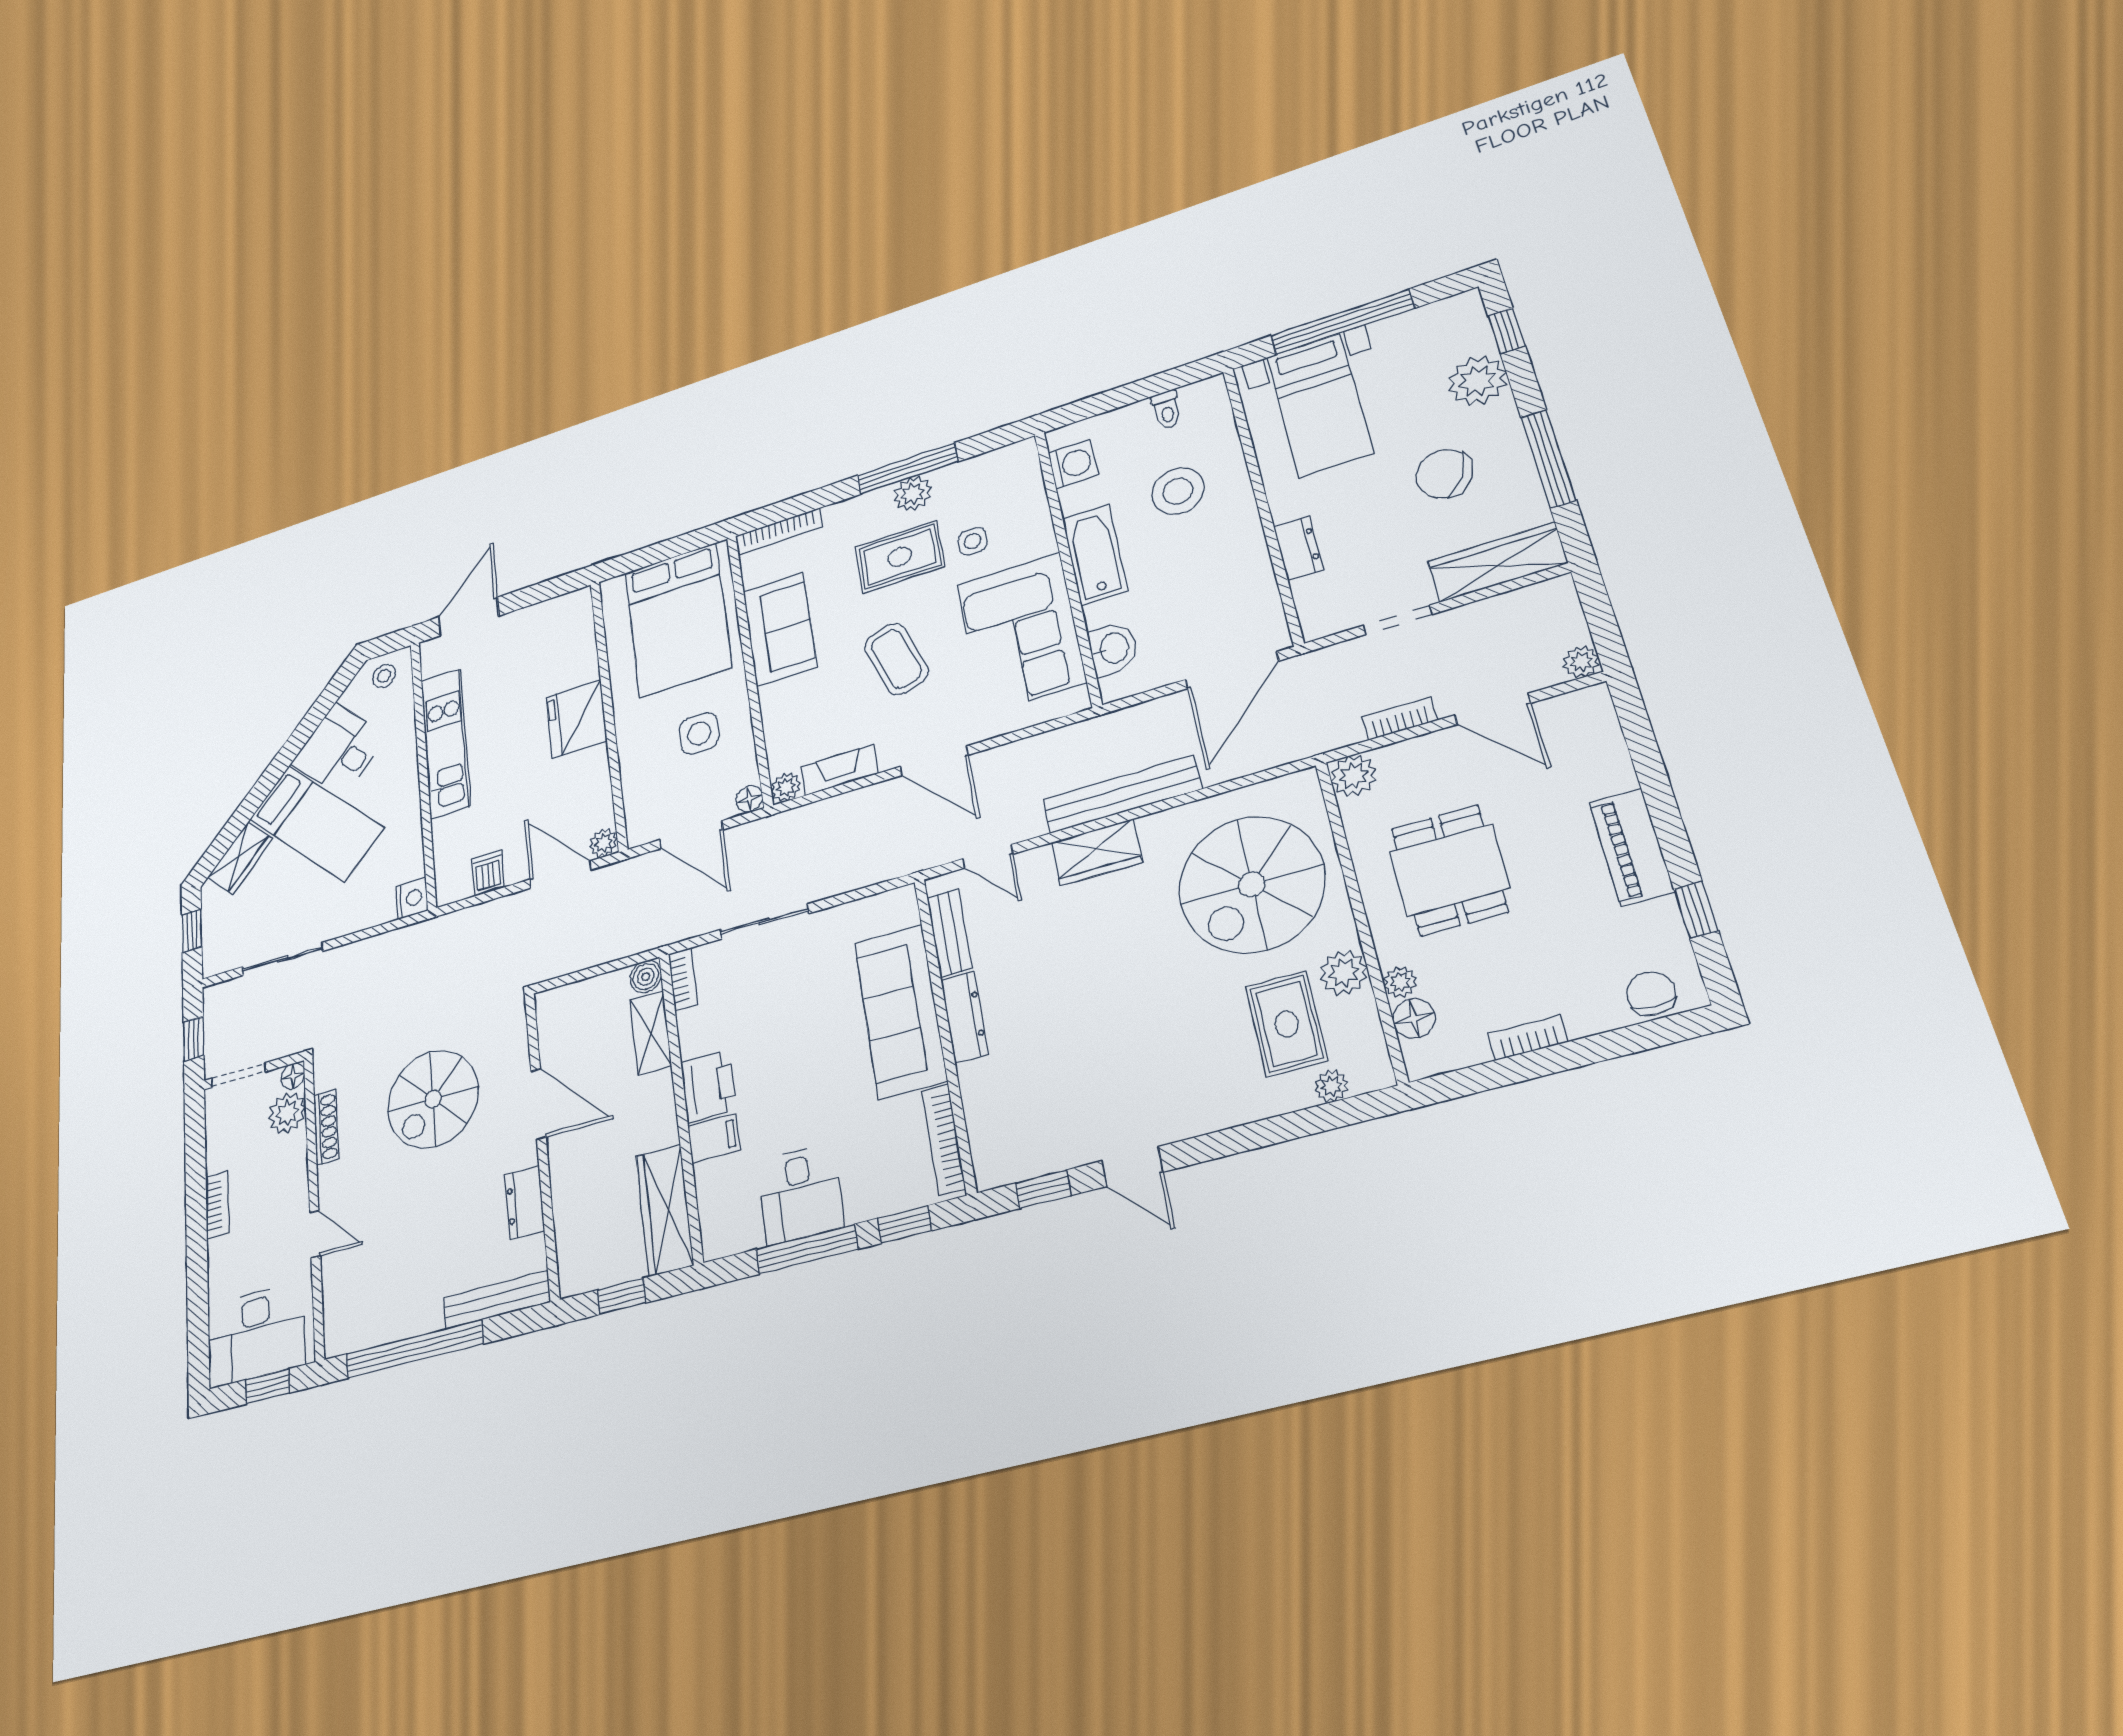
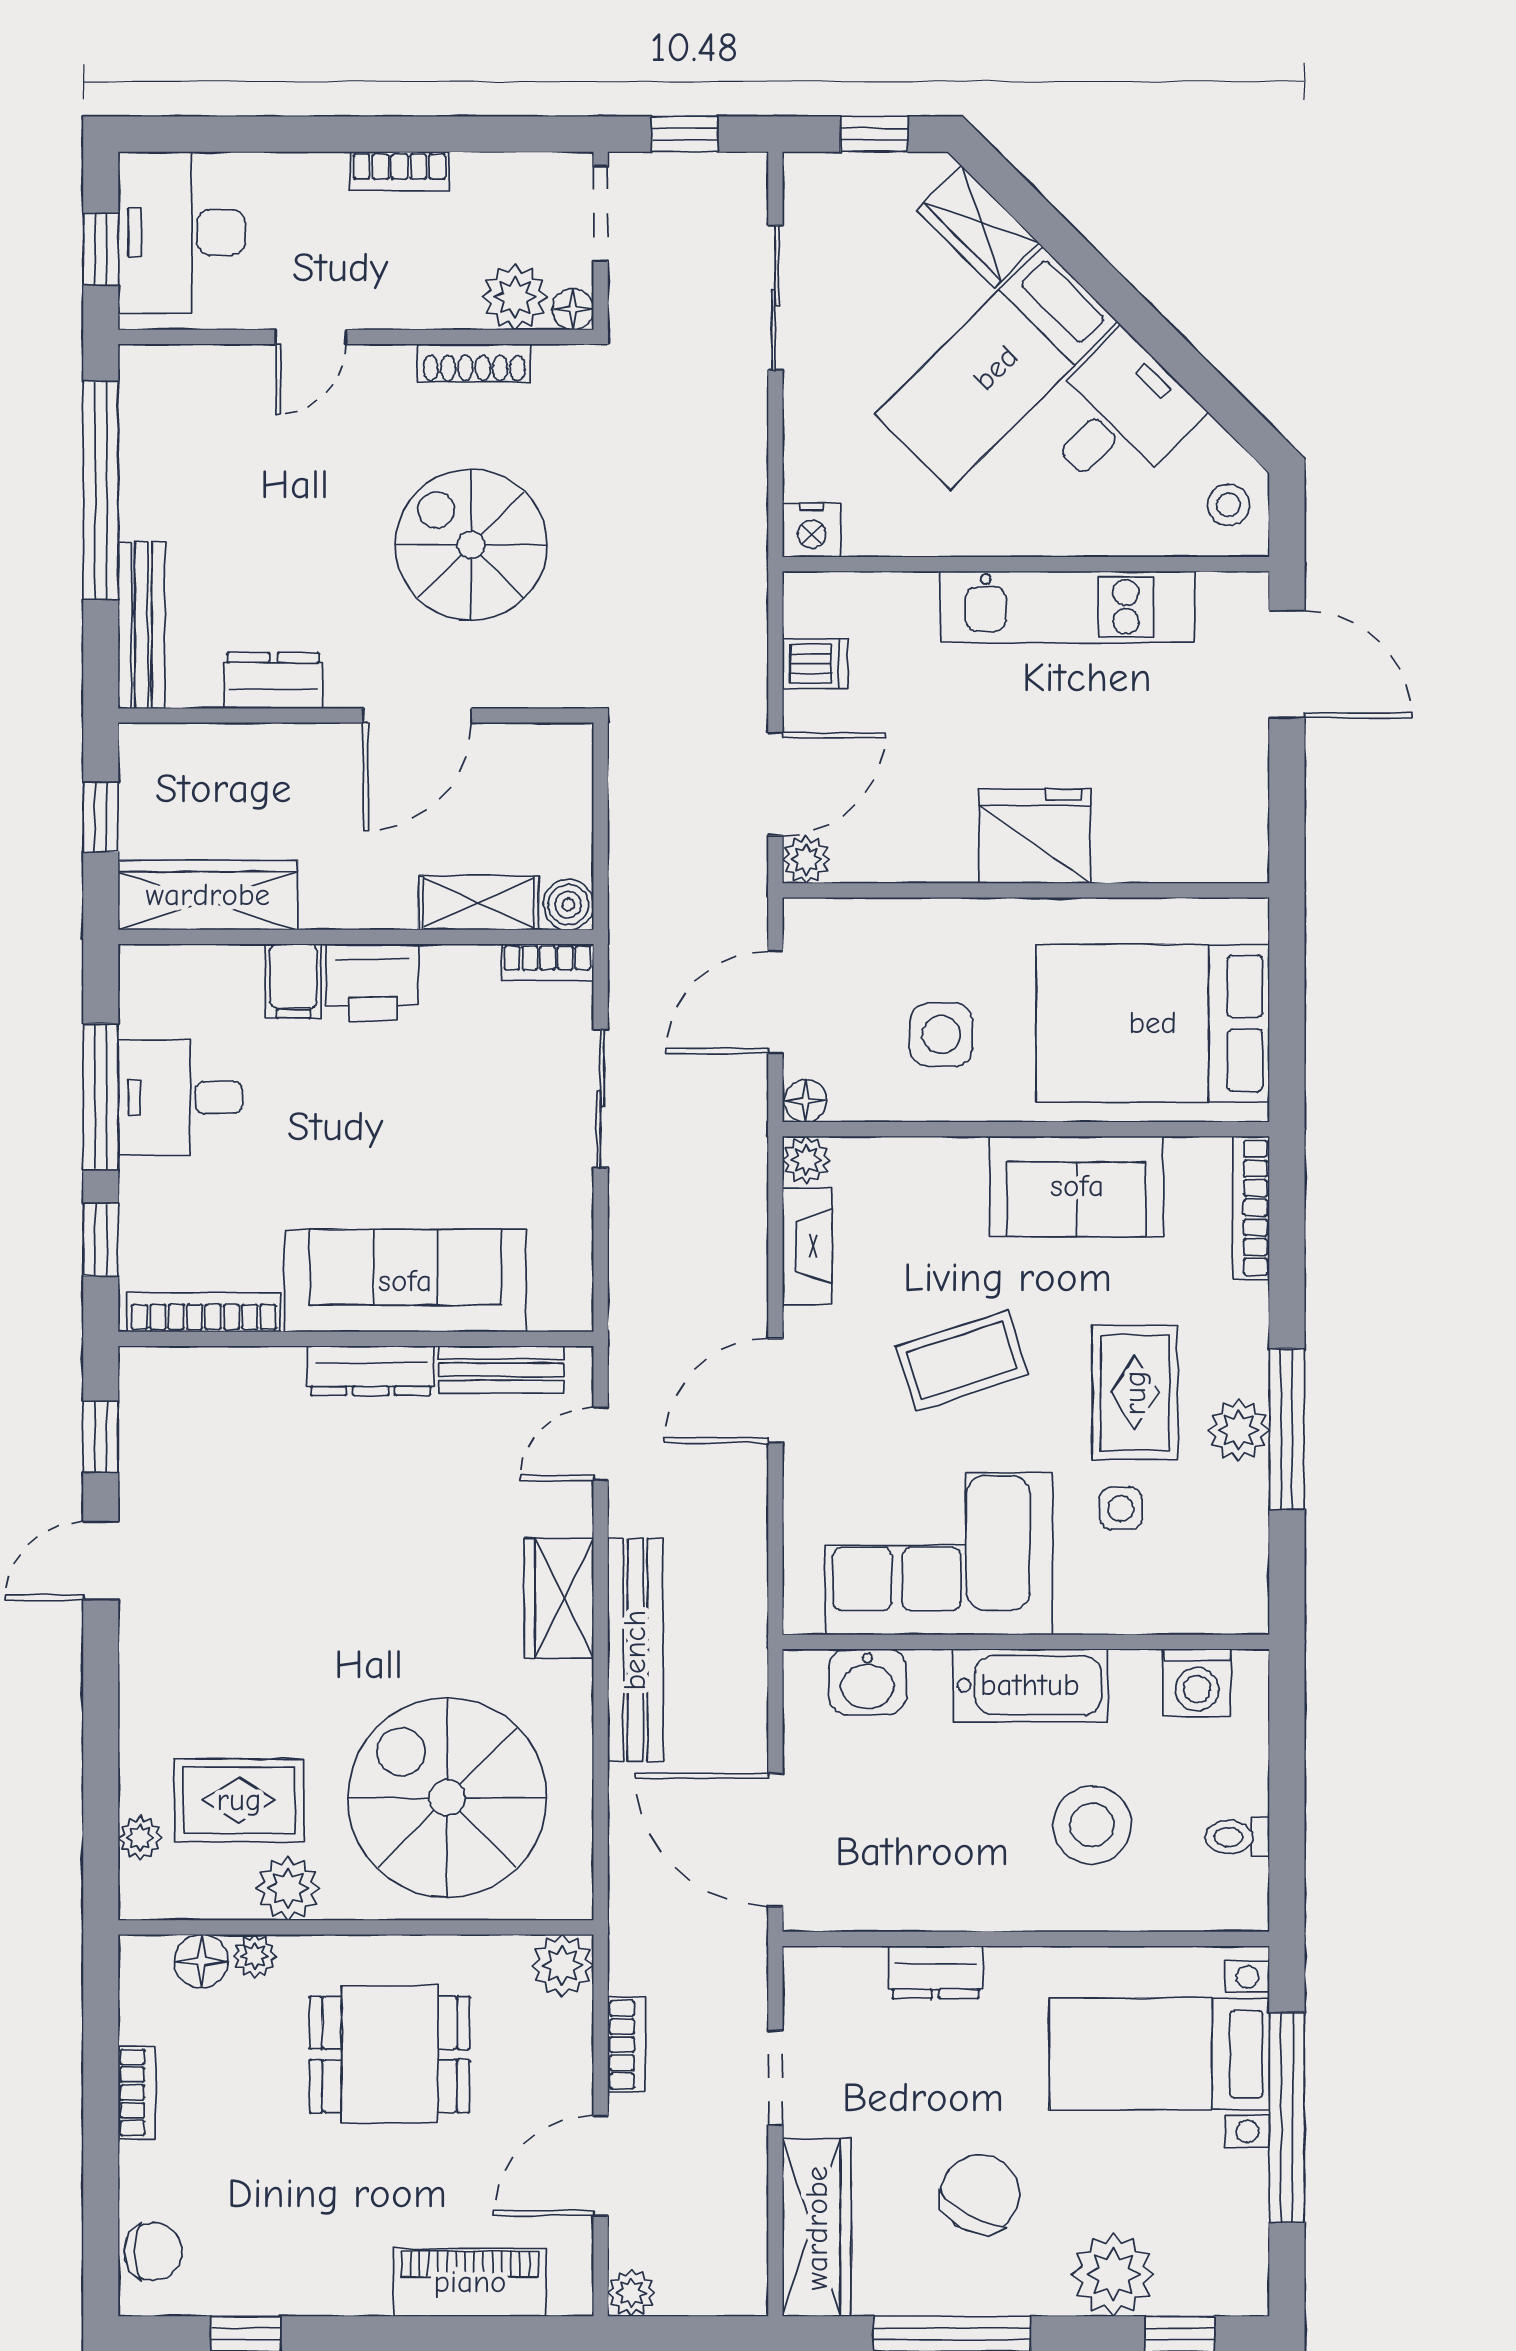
piano: (1631, 847) -> (470, 2282), moved

